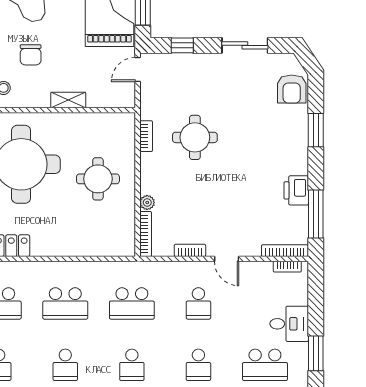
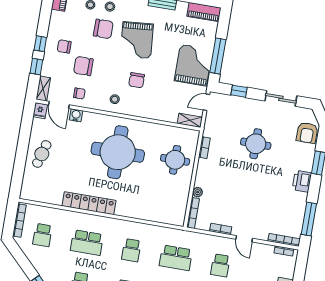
shelving: (68, 100) -> (190, 120), moved
round table: (195, 137) -> (256, 144), moved
round table: (98, 179) -> (175, 160), moved
printer: (296, 190) -> (302, 181), moved
school desk: (65, 303) -> (131, 250), width x0.54

